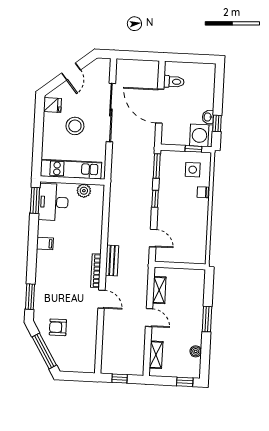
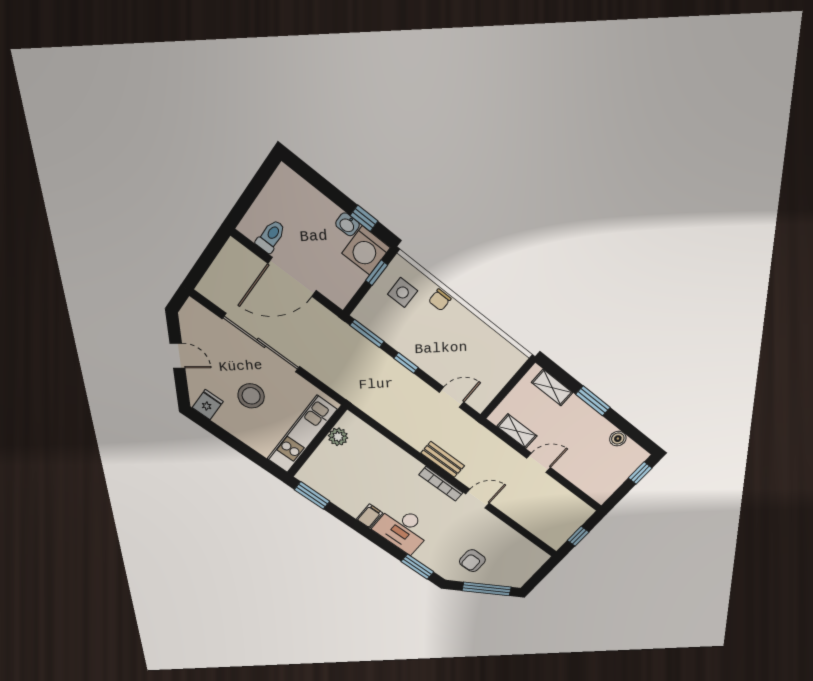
desk: (53, 202) -> (403, 529), moved
shelving: (156, 355) -> (552, 388), moved

